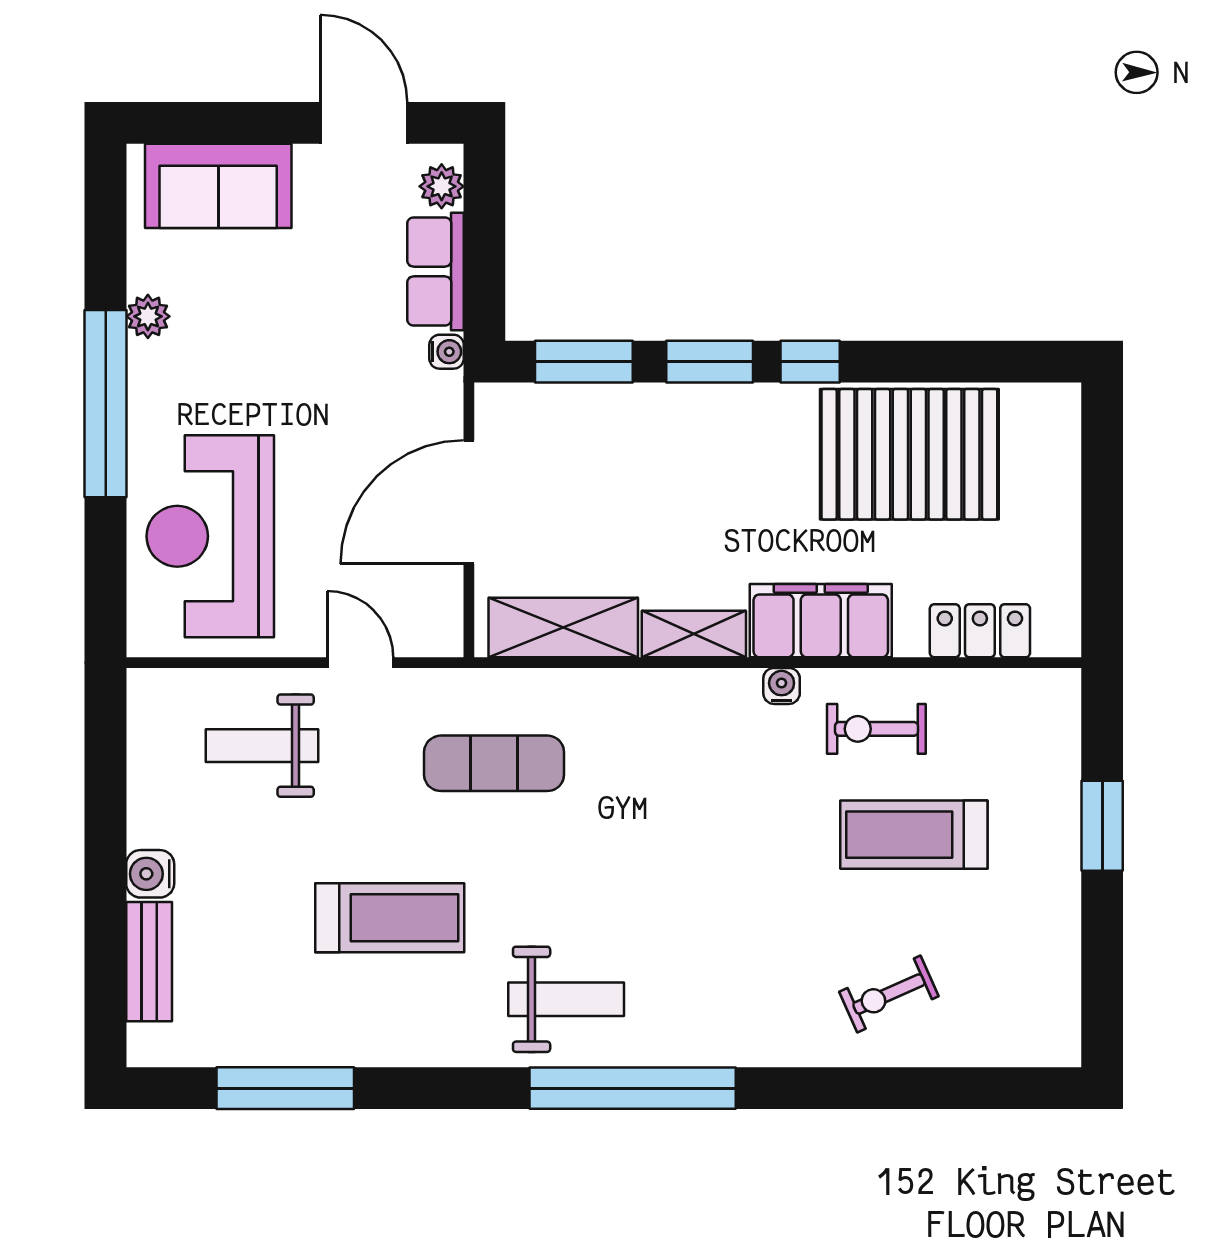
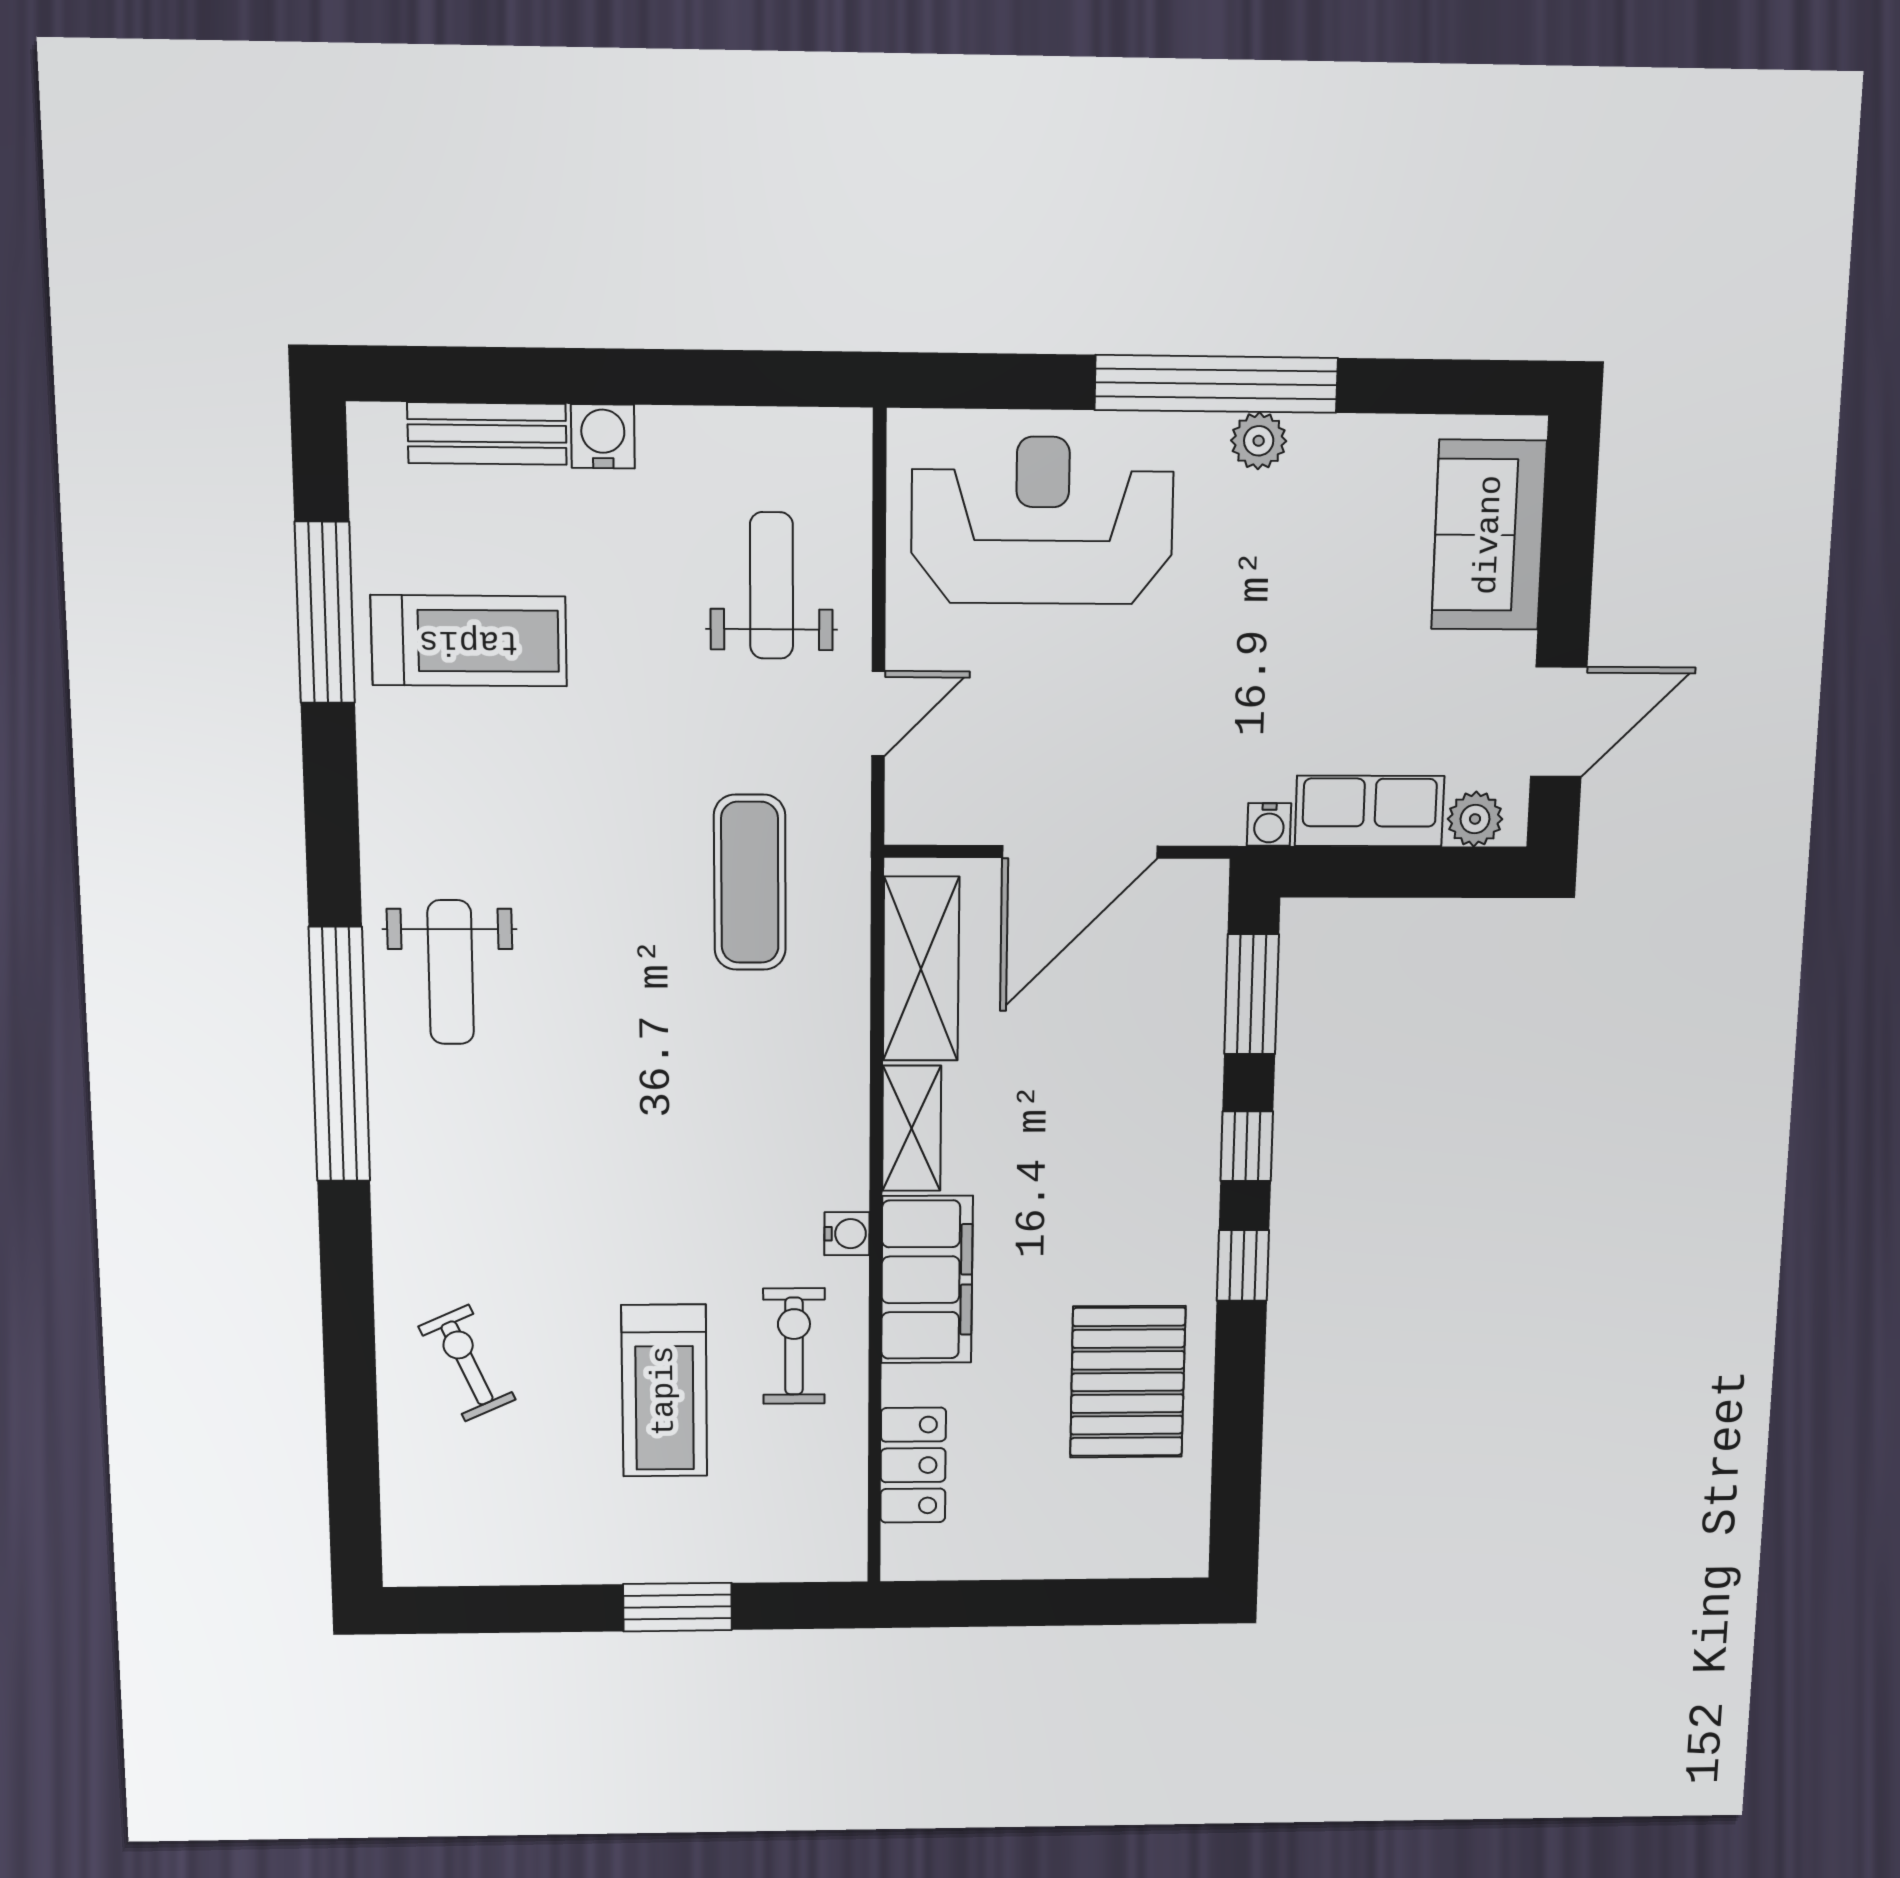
plant: (148, 316) -> (1259, 441), moved
window: (710, 362) -> (1247, 1146), width x0.67
pallet: (909, 454) -> (1128, 1382), width x0.73, depth x0.71
door: (469, 502) -> (1080, 852), swing flipped
treadmill: (914, 835) -> (664, 1391), turned 180
treadmill: (390, 918) -> (469, 641), moved, turned -90

